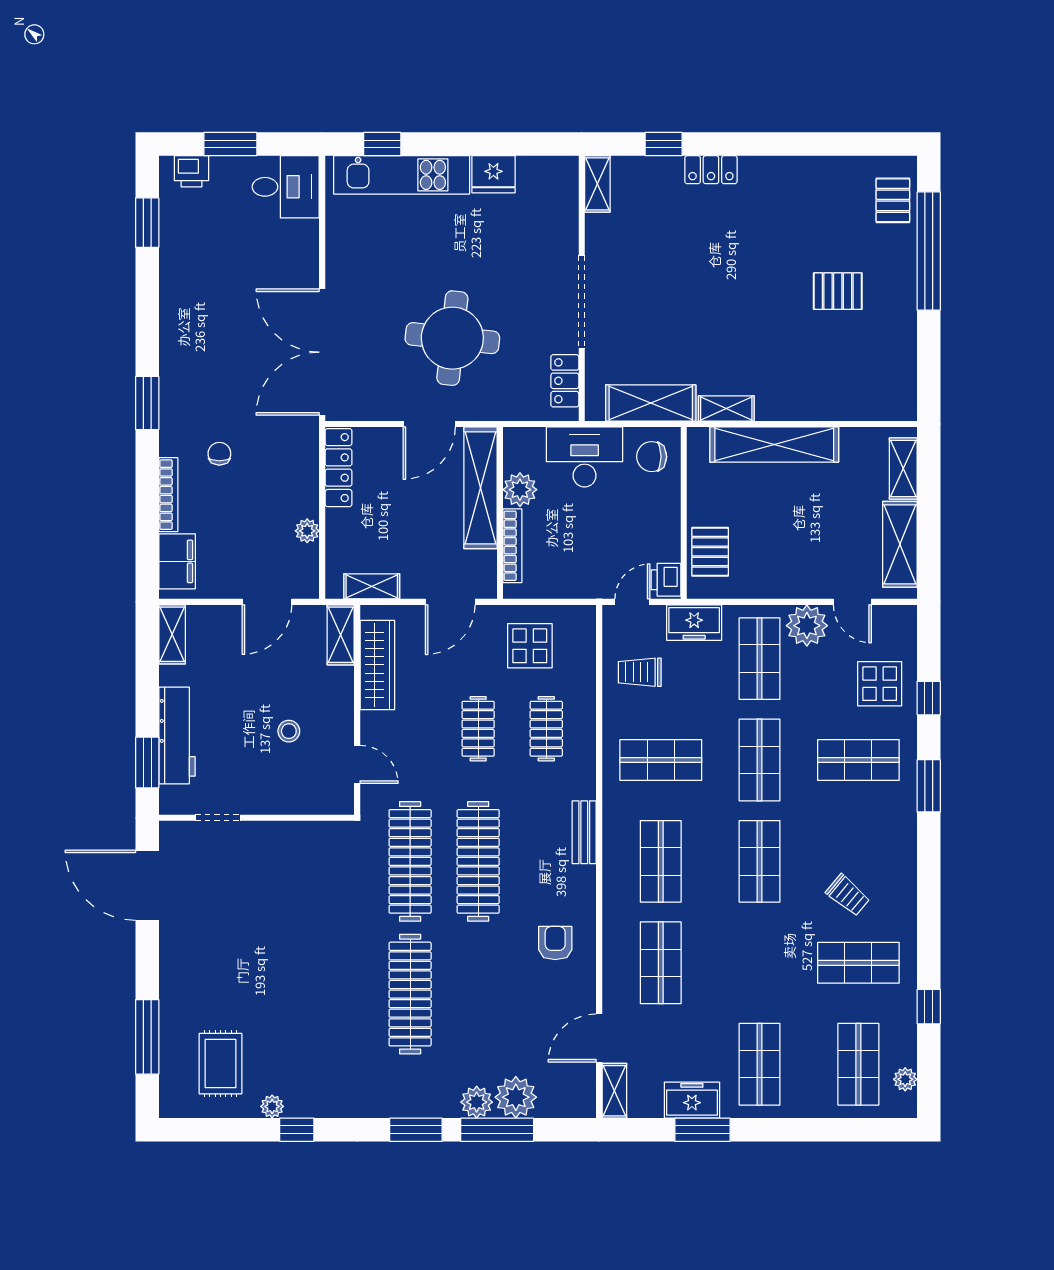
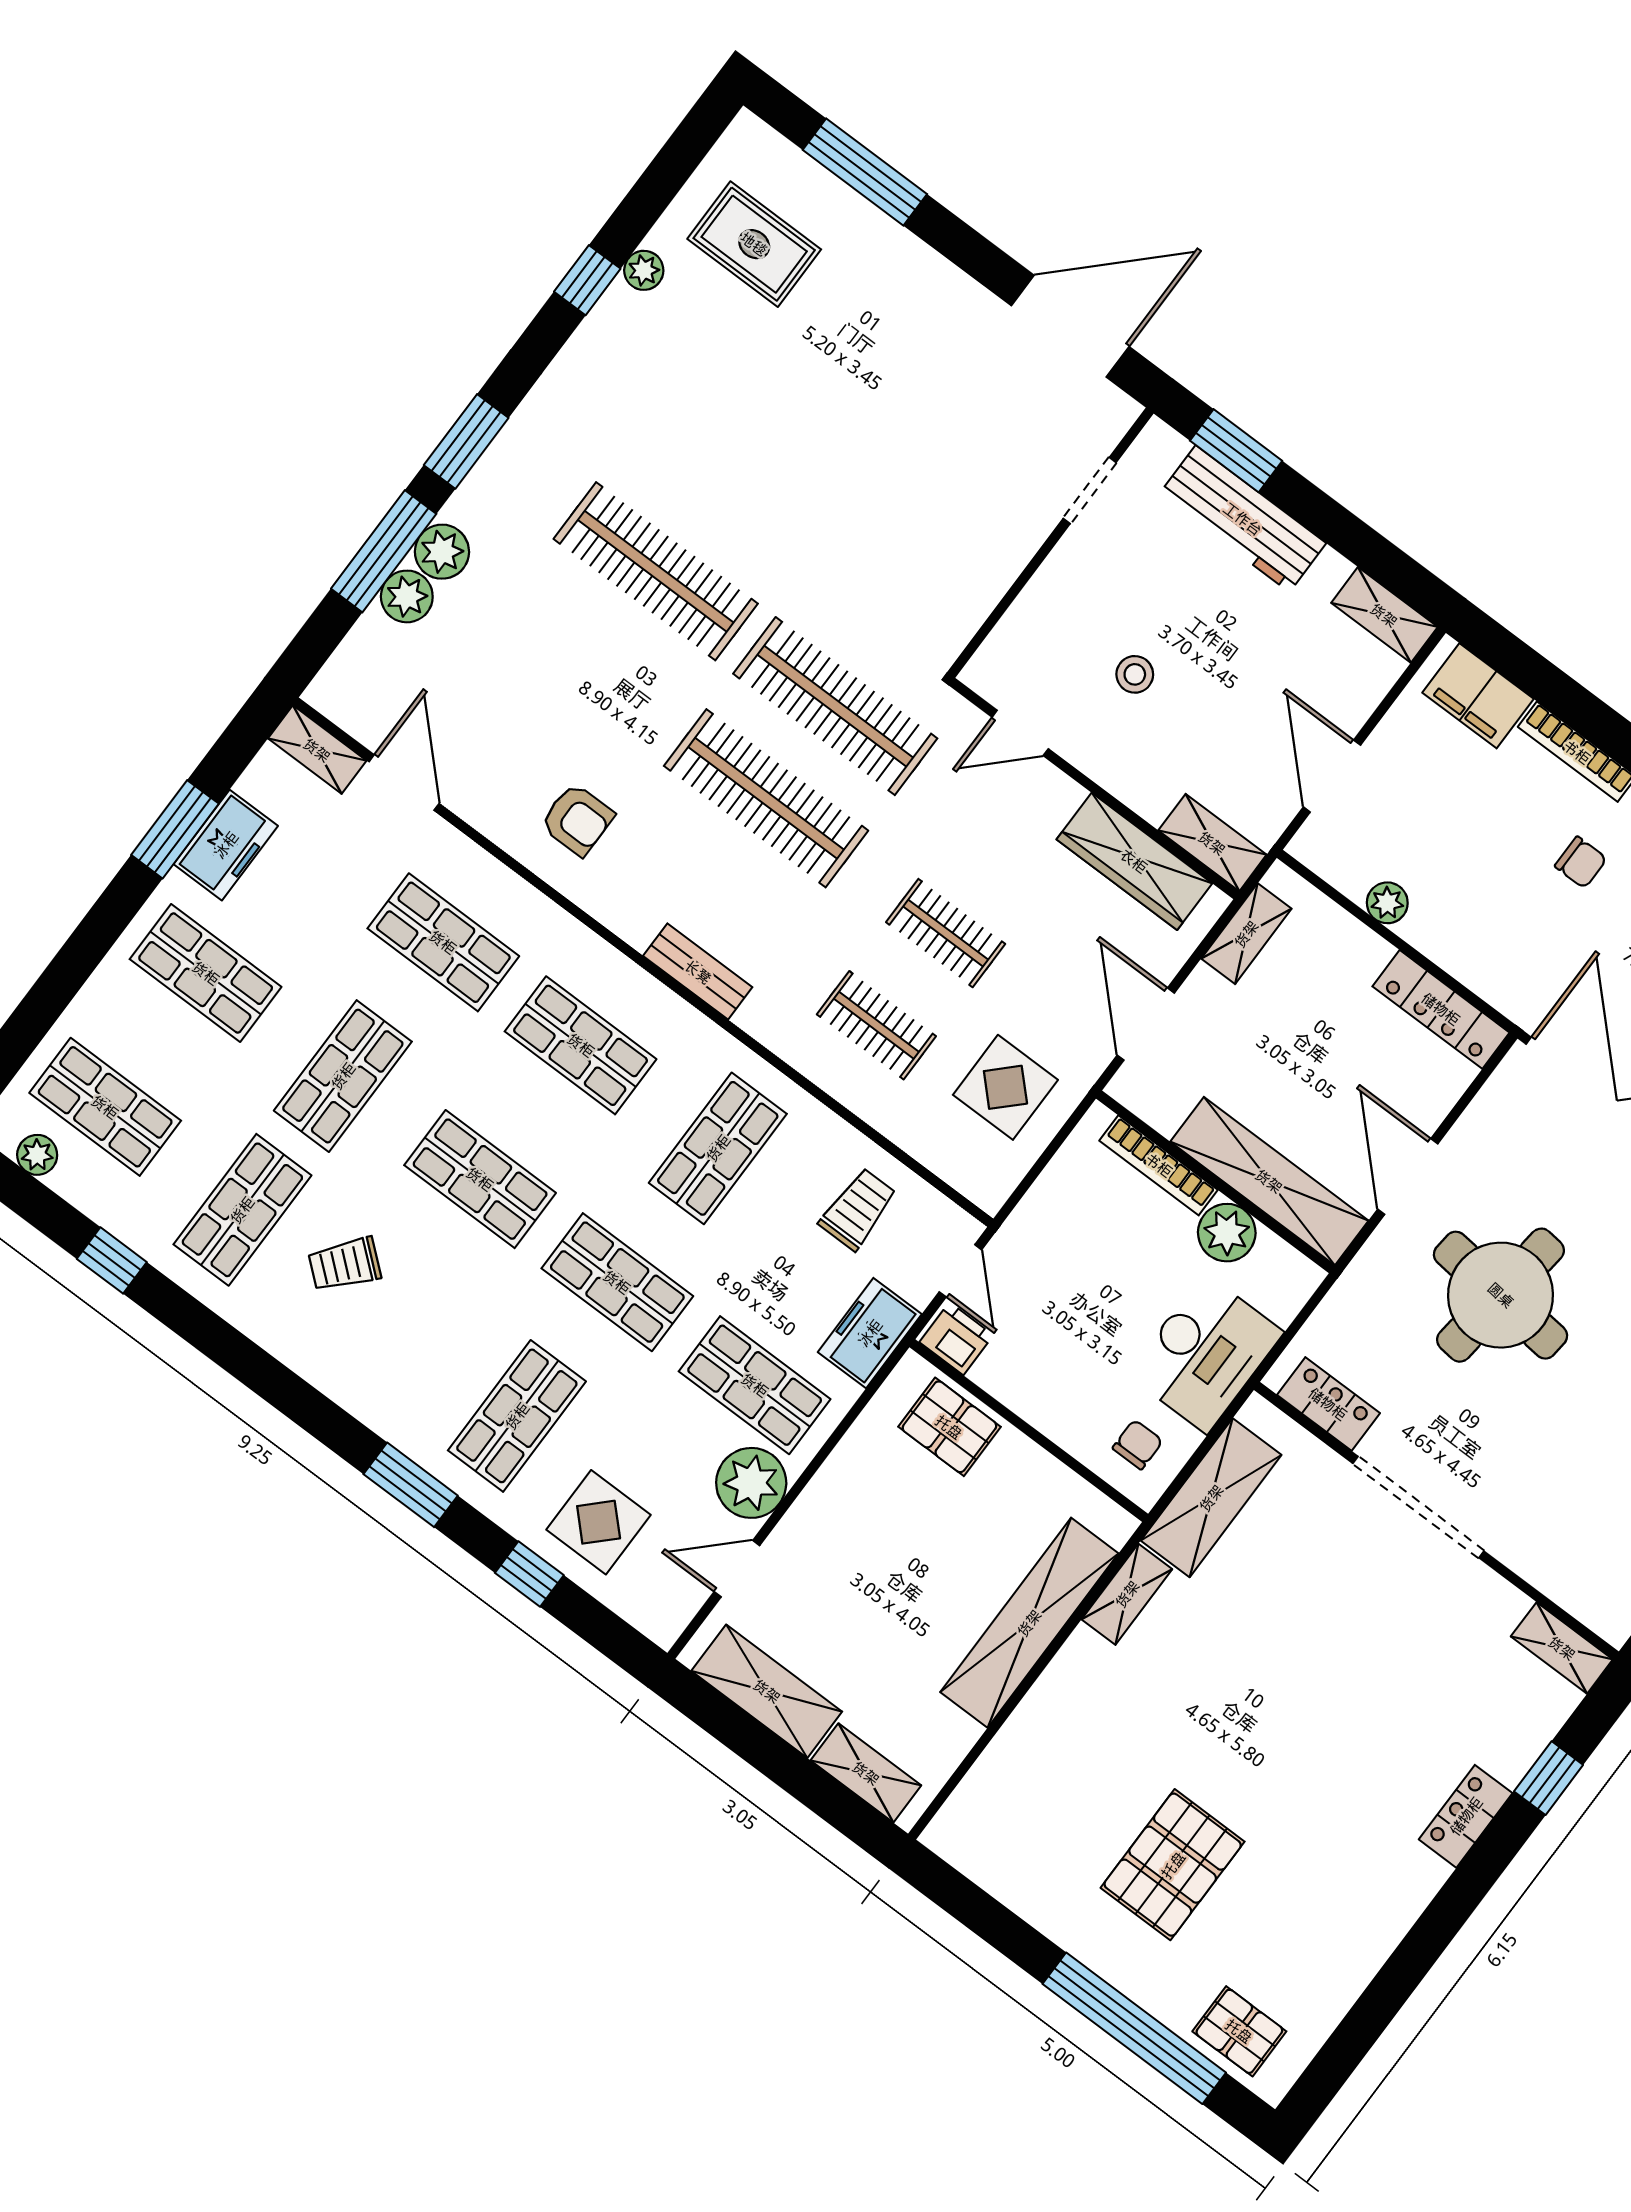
pallet: (838, 291) -> (1173, 1865), width x1.50, depth x1.42
chair: (652, 457) -> (1138, 1445), width x0.73, depth x0.73
shop shelf: (760, 963) -> (343, 1076), added
plant: (516, 1097) -> (407, 596), width x0.73, depth x0.73

